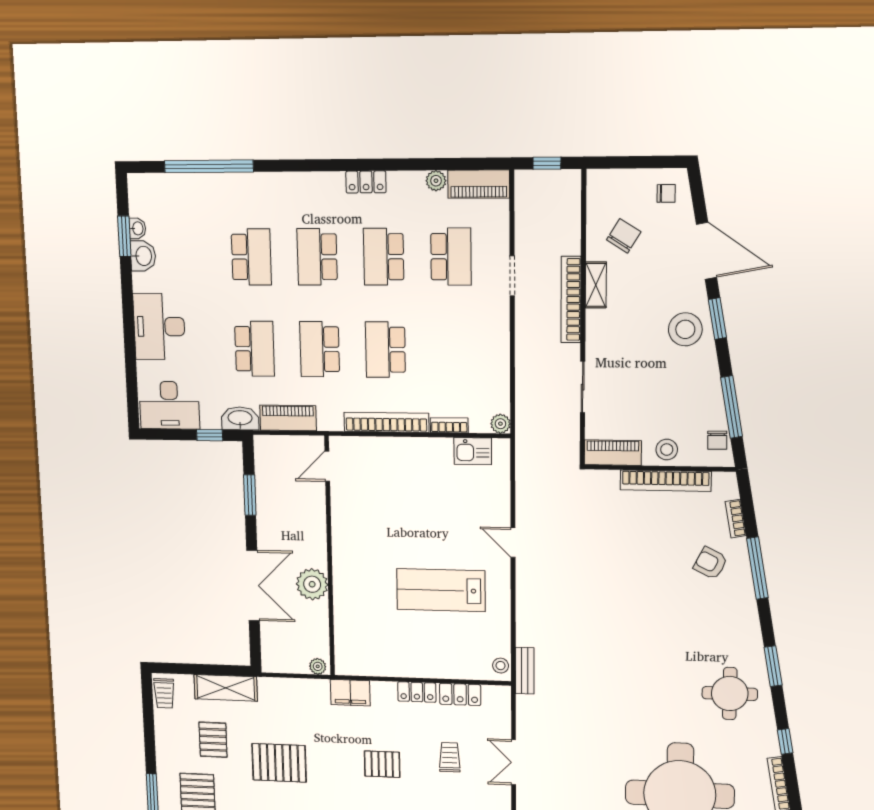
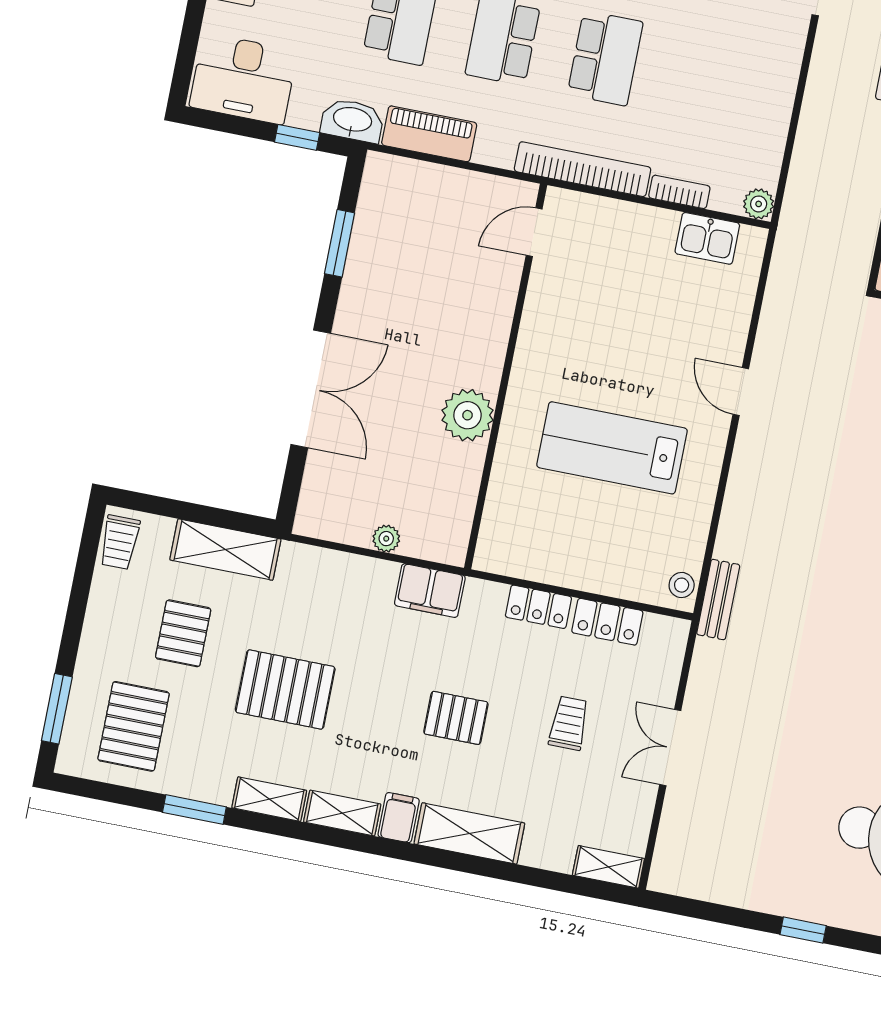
school desk: (385, 350) -> (605, 58), turned 180
door: (327, 466) -> (534, 232), moved
wall: (330, 557) -> (506, 377), moved
plant: (312, 584) -> (468, 415), moved

